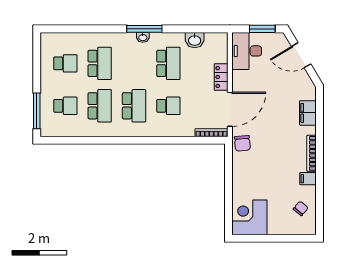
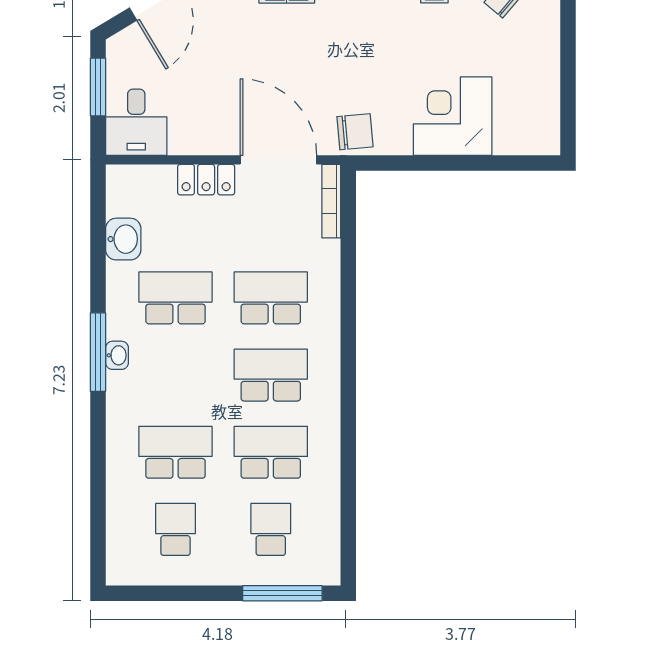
desk: (247, 51) -> (136, 122), width x0.73
school desk: (168, 106) -> (271, 298), width x1.85
corner desk: (249, 217) -> (453, 116), moved, turned 90

